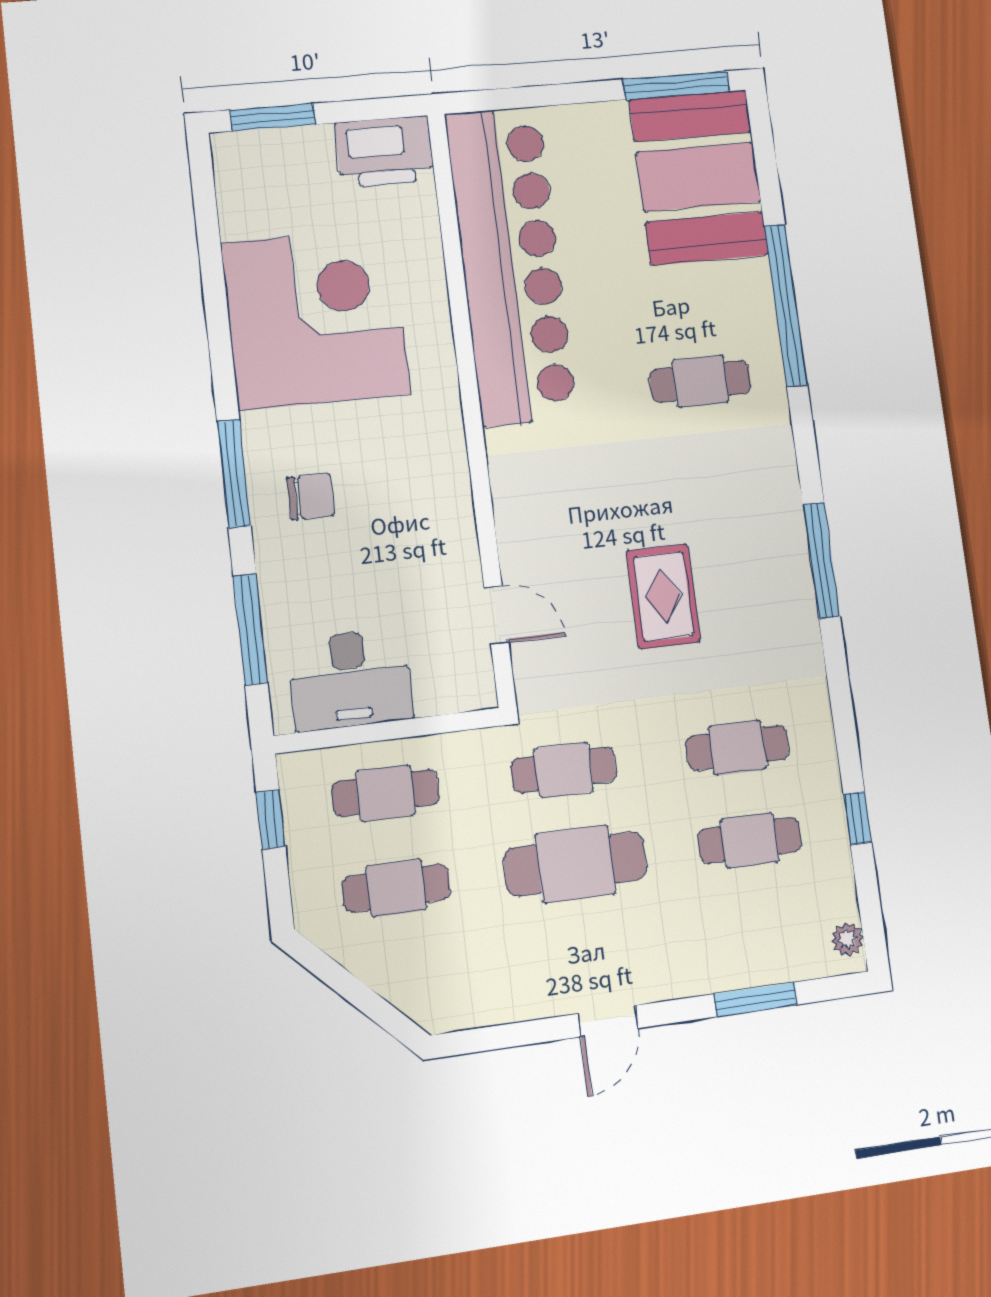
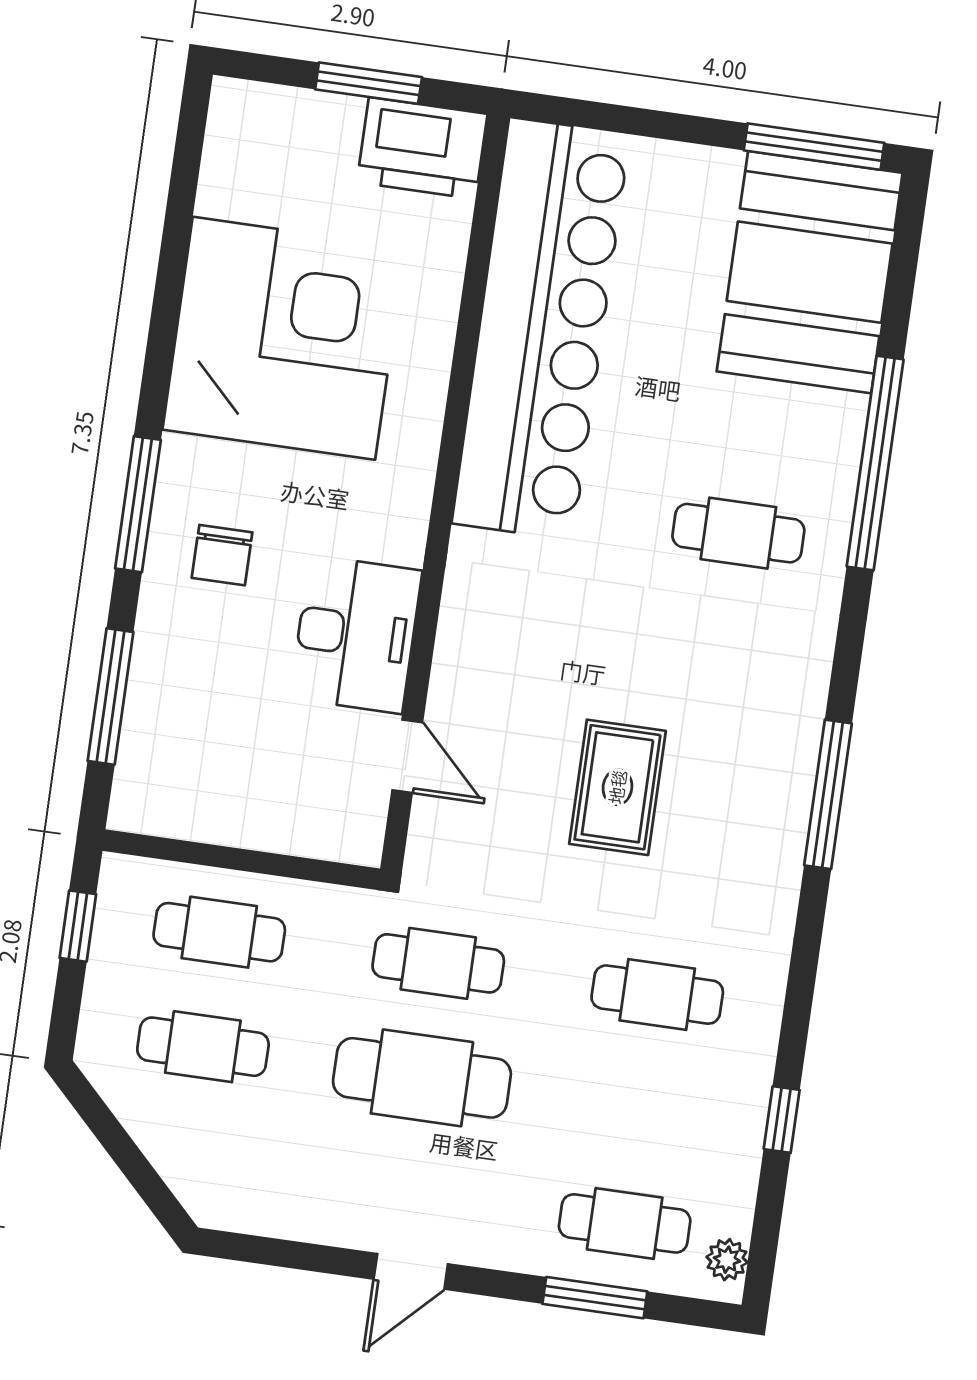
window: (273, 117) -> (369, 83), moved
chair: (311, 496) -> (222, 555), turned 90
desk: (350, 679) -> (356, 634), moved, turned -90
cafe table: (750, 840) -> (625, 1223), moved

